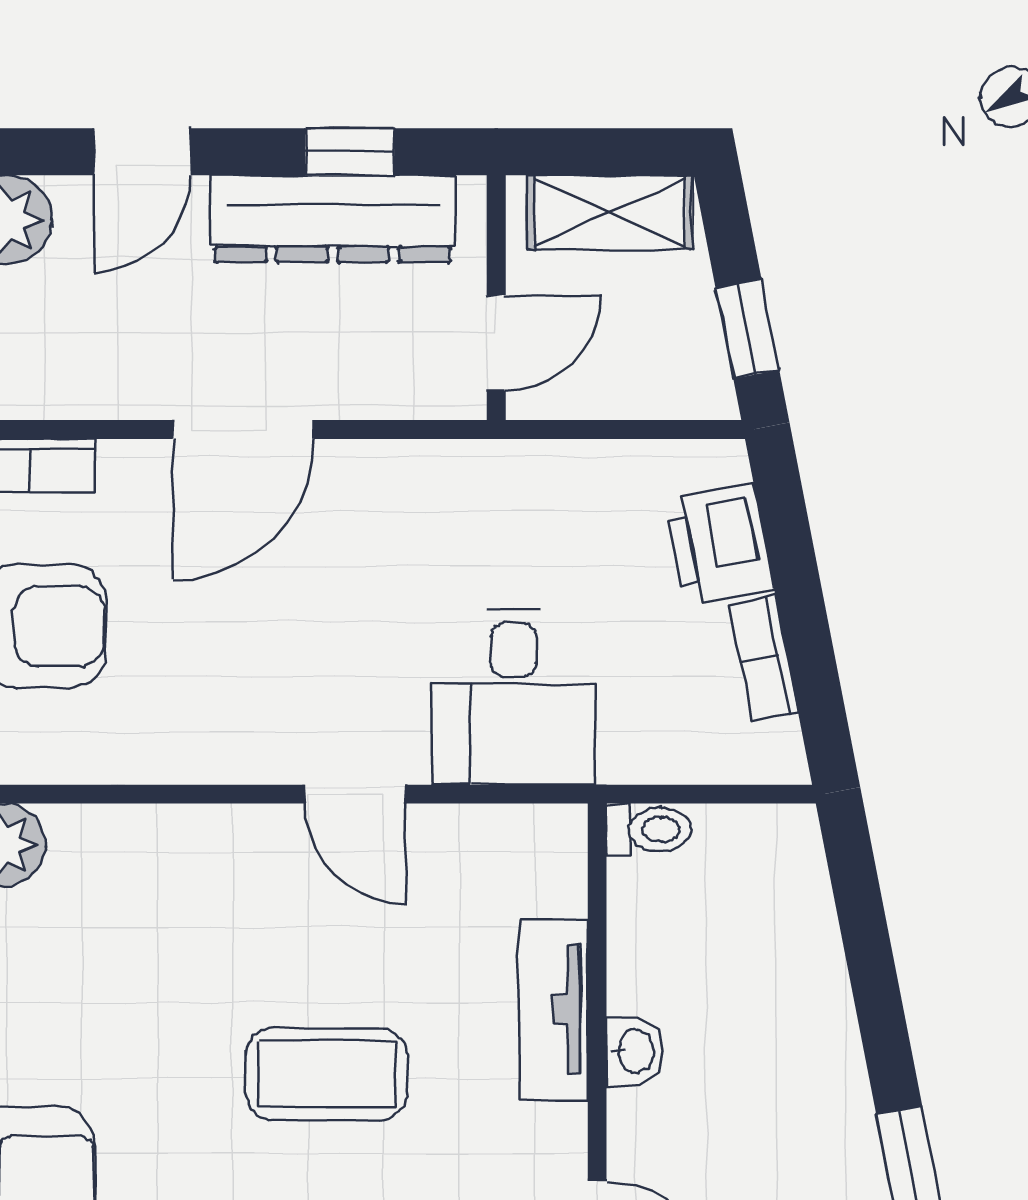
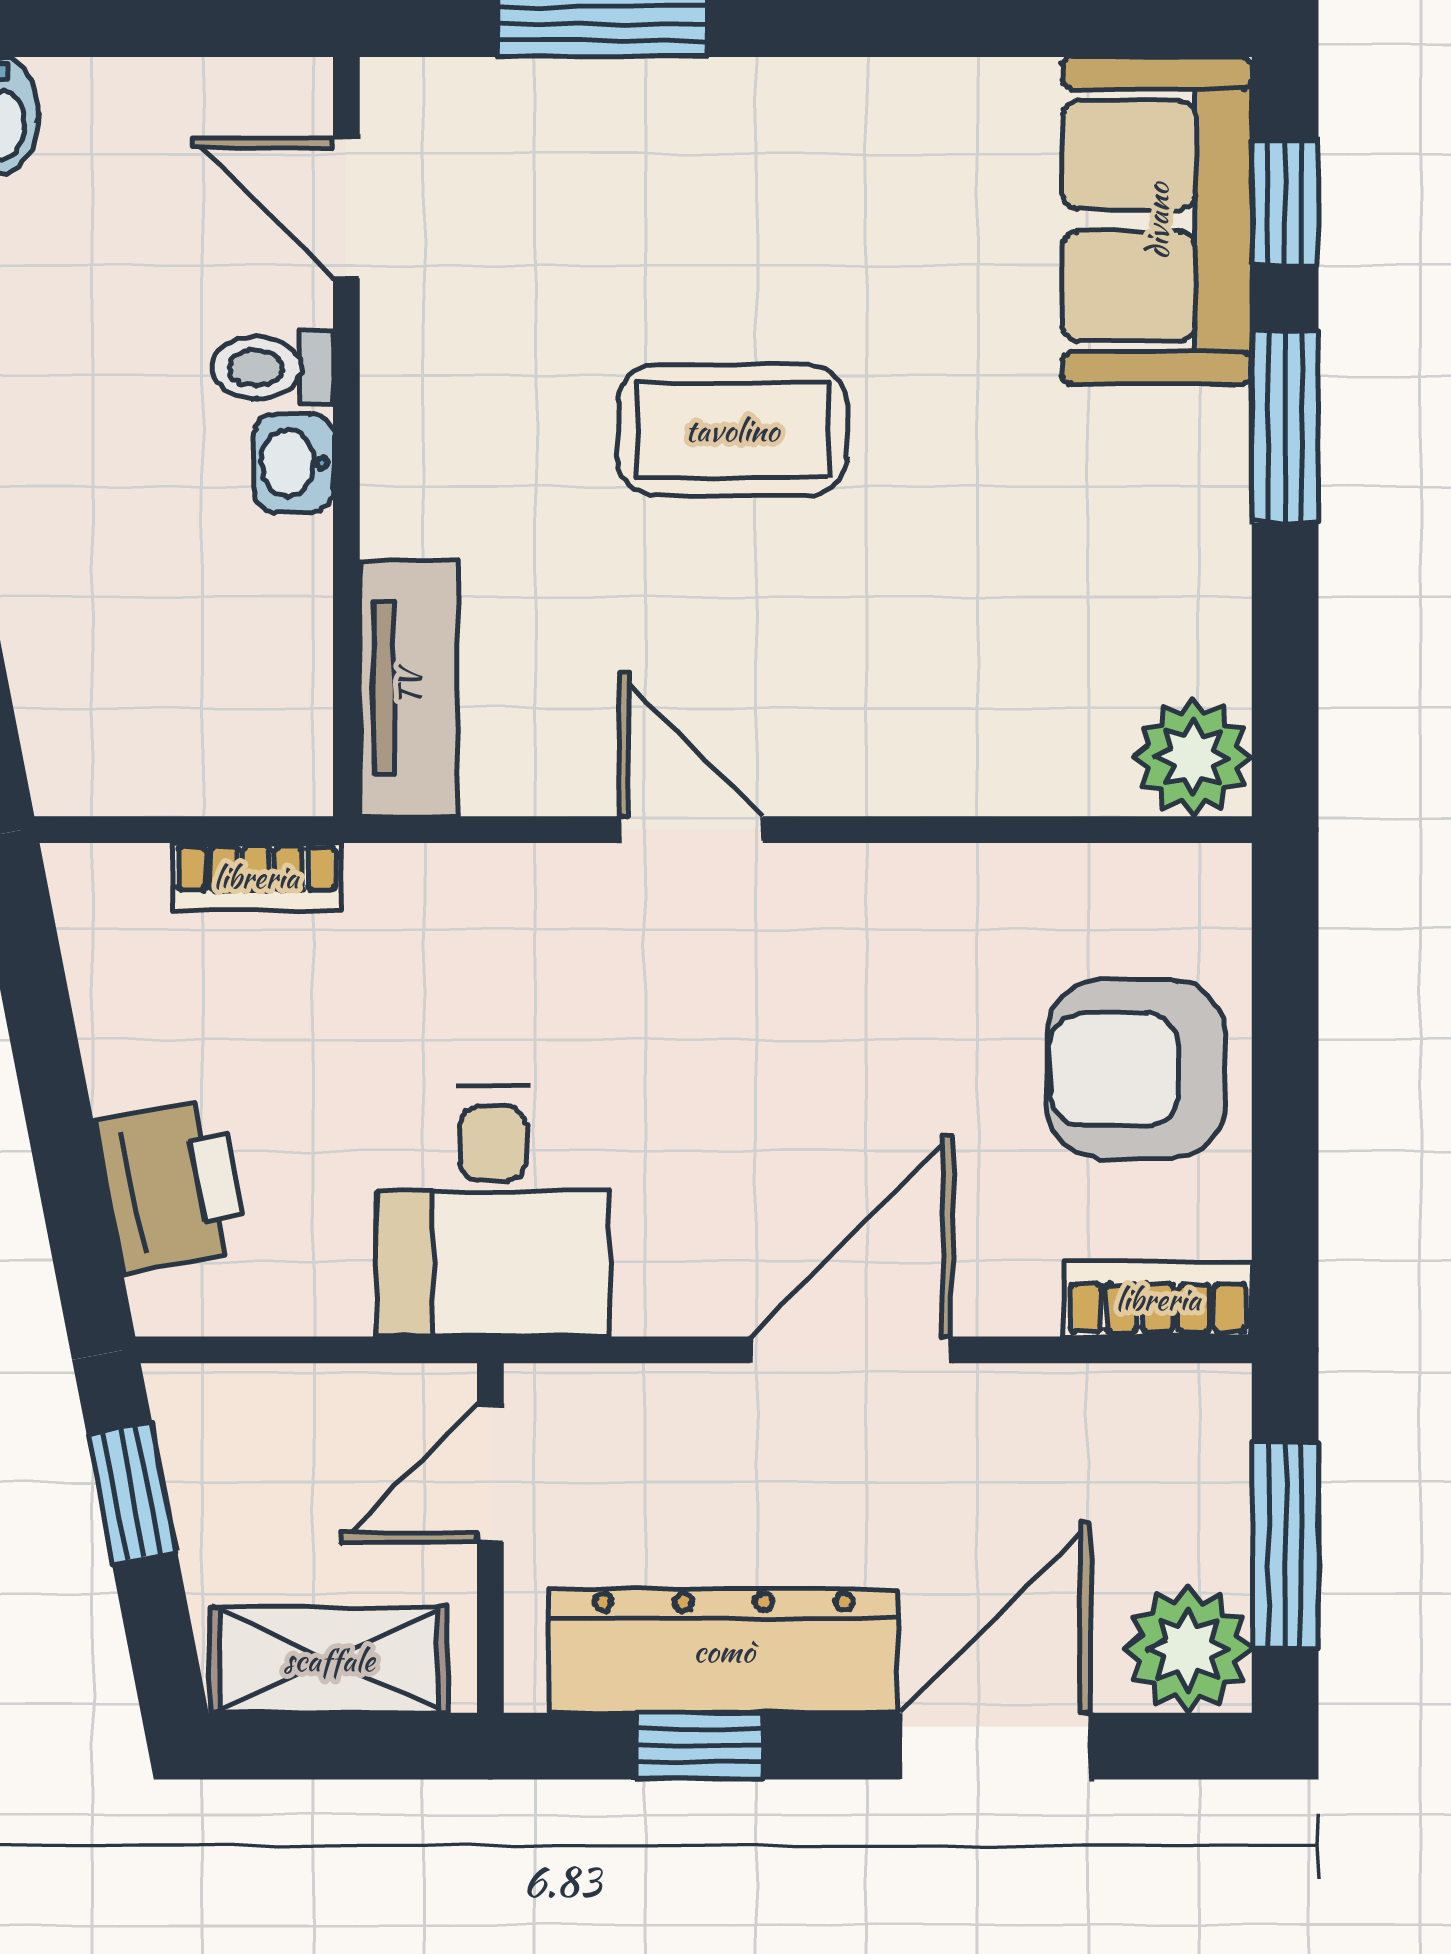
door: (142, 152) -> (995, 1746), width x1.37
bookcase: (764, 658) -> (256, 877), moved, turned 101
desk: (513, 697) -> (493, 1211), moved, turned 180
toilet: (649, 830) -> (273, 368), moved
tv unit: (554, 1010) -> (409, 688), moved

